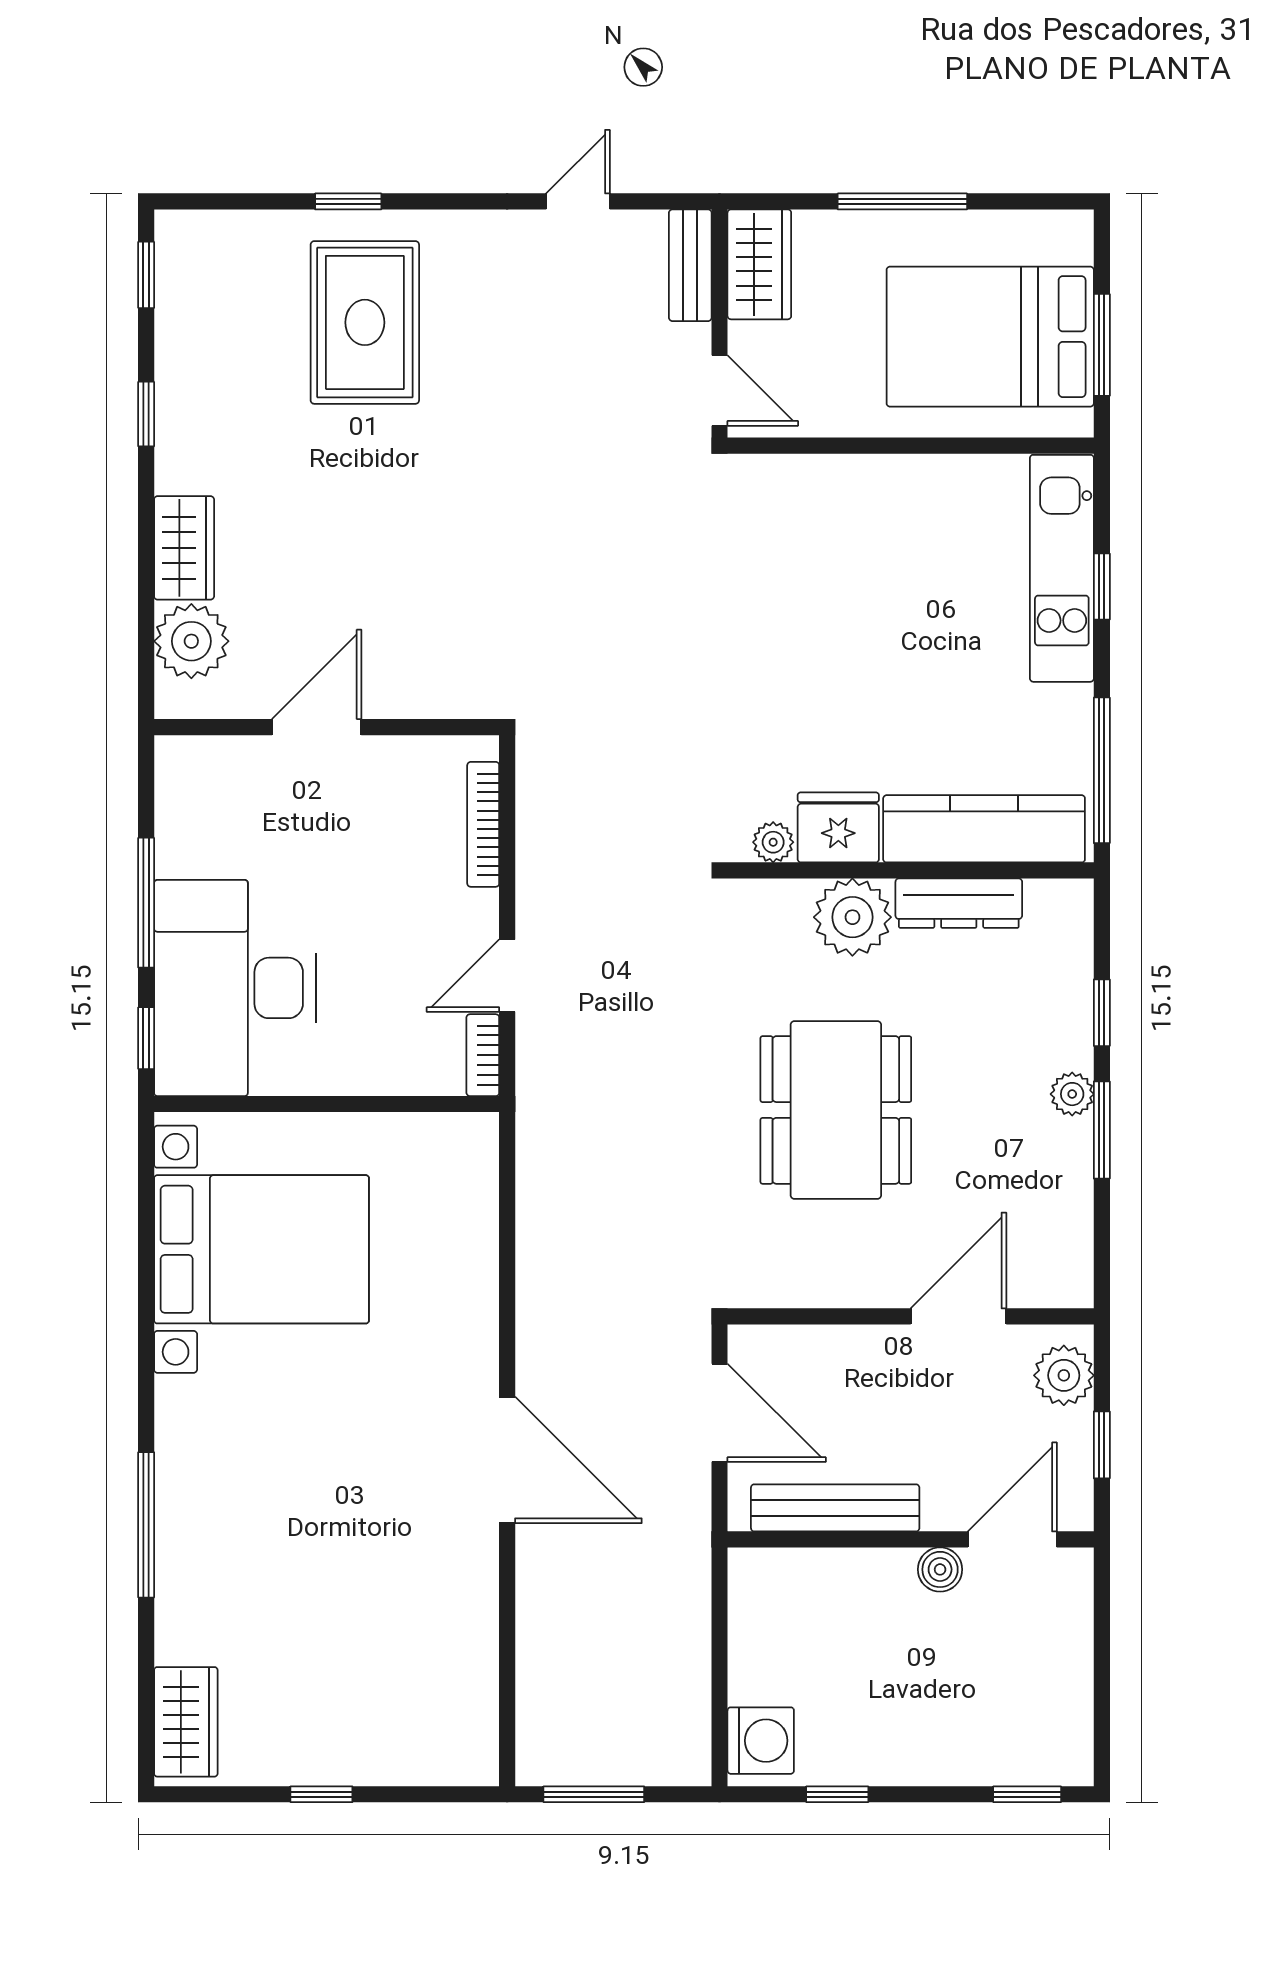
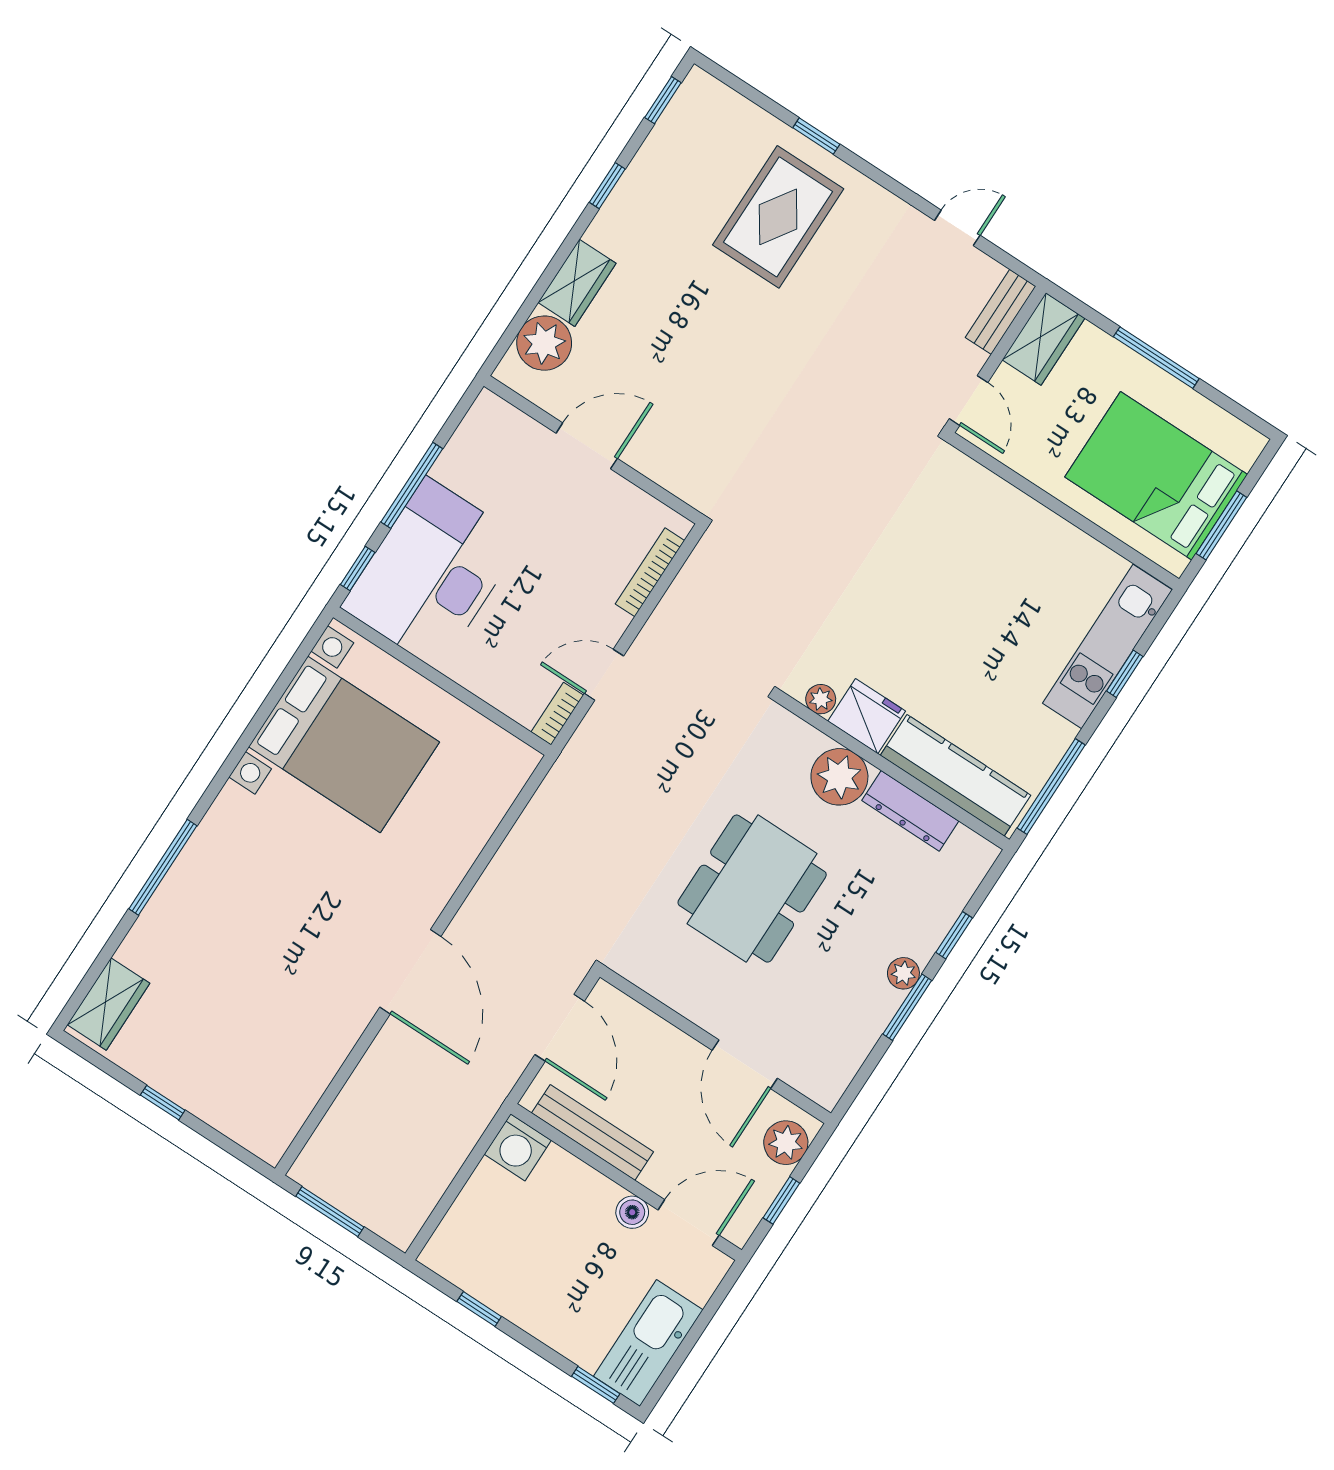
door: (958, 1316) -> (745, 1064), swing flipped
kitchen sink: (1056, 1707) -> (648, 1343), added
washing machine: (761, 1741) -> (518, 1147), moved, turned 90

